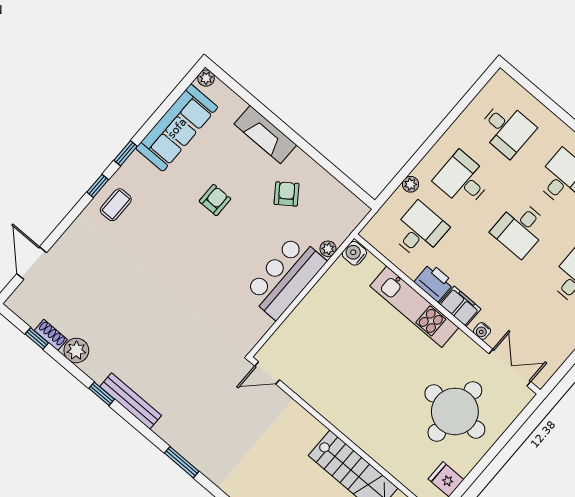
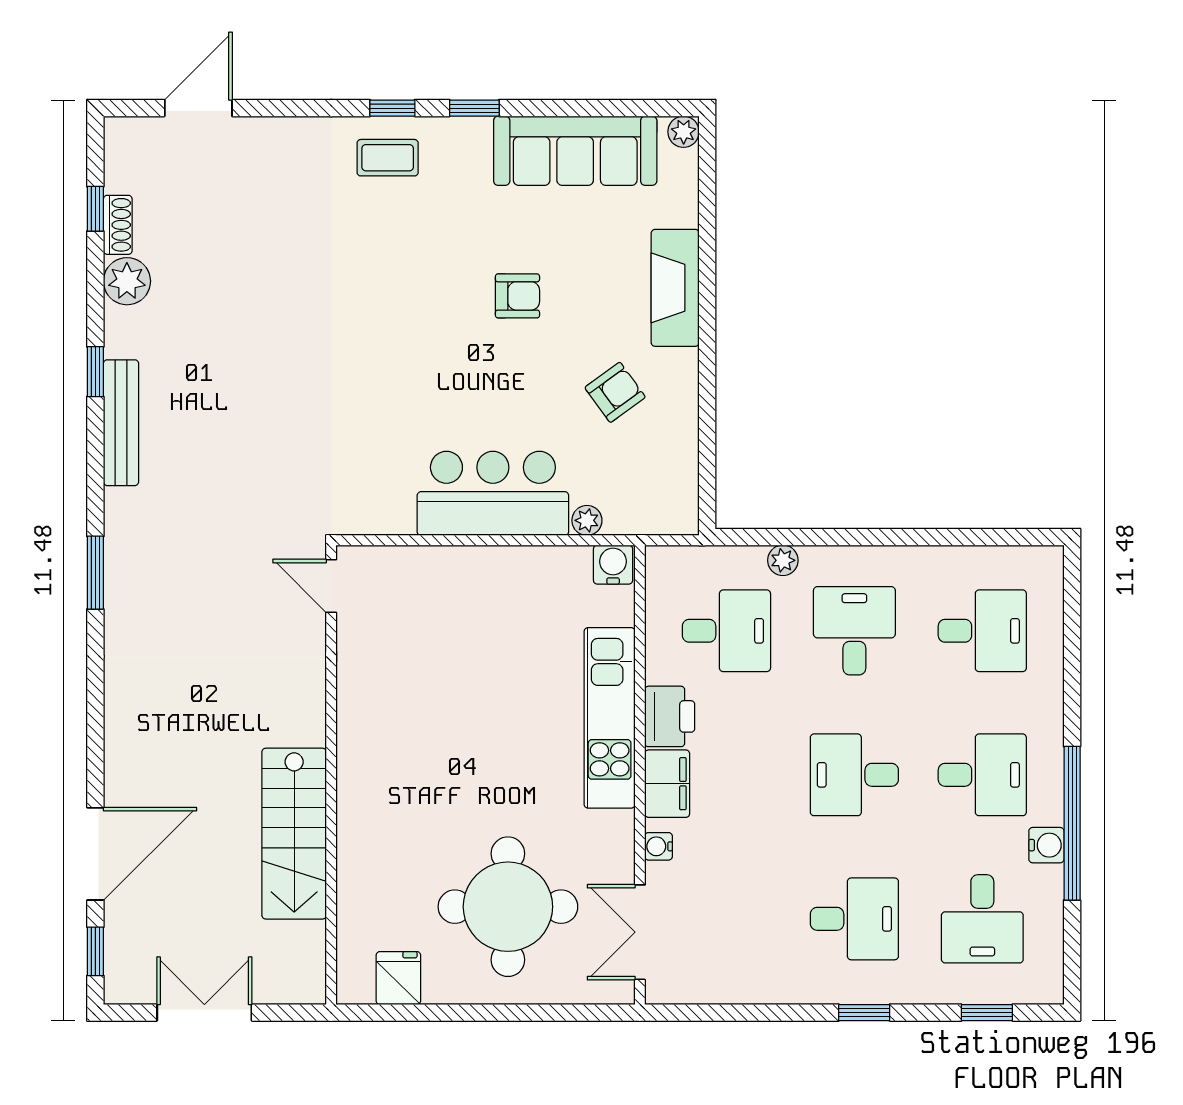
desk: (506, 129) -> (982, 631), turned -90
double door: (510, 368) -> (640, 932), swing flipped

